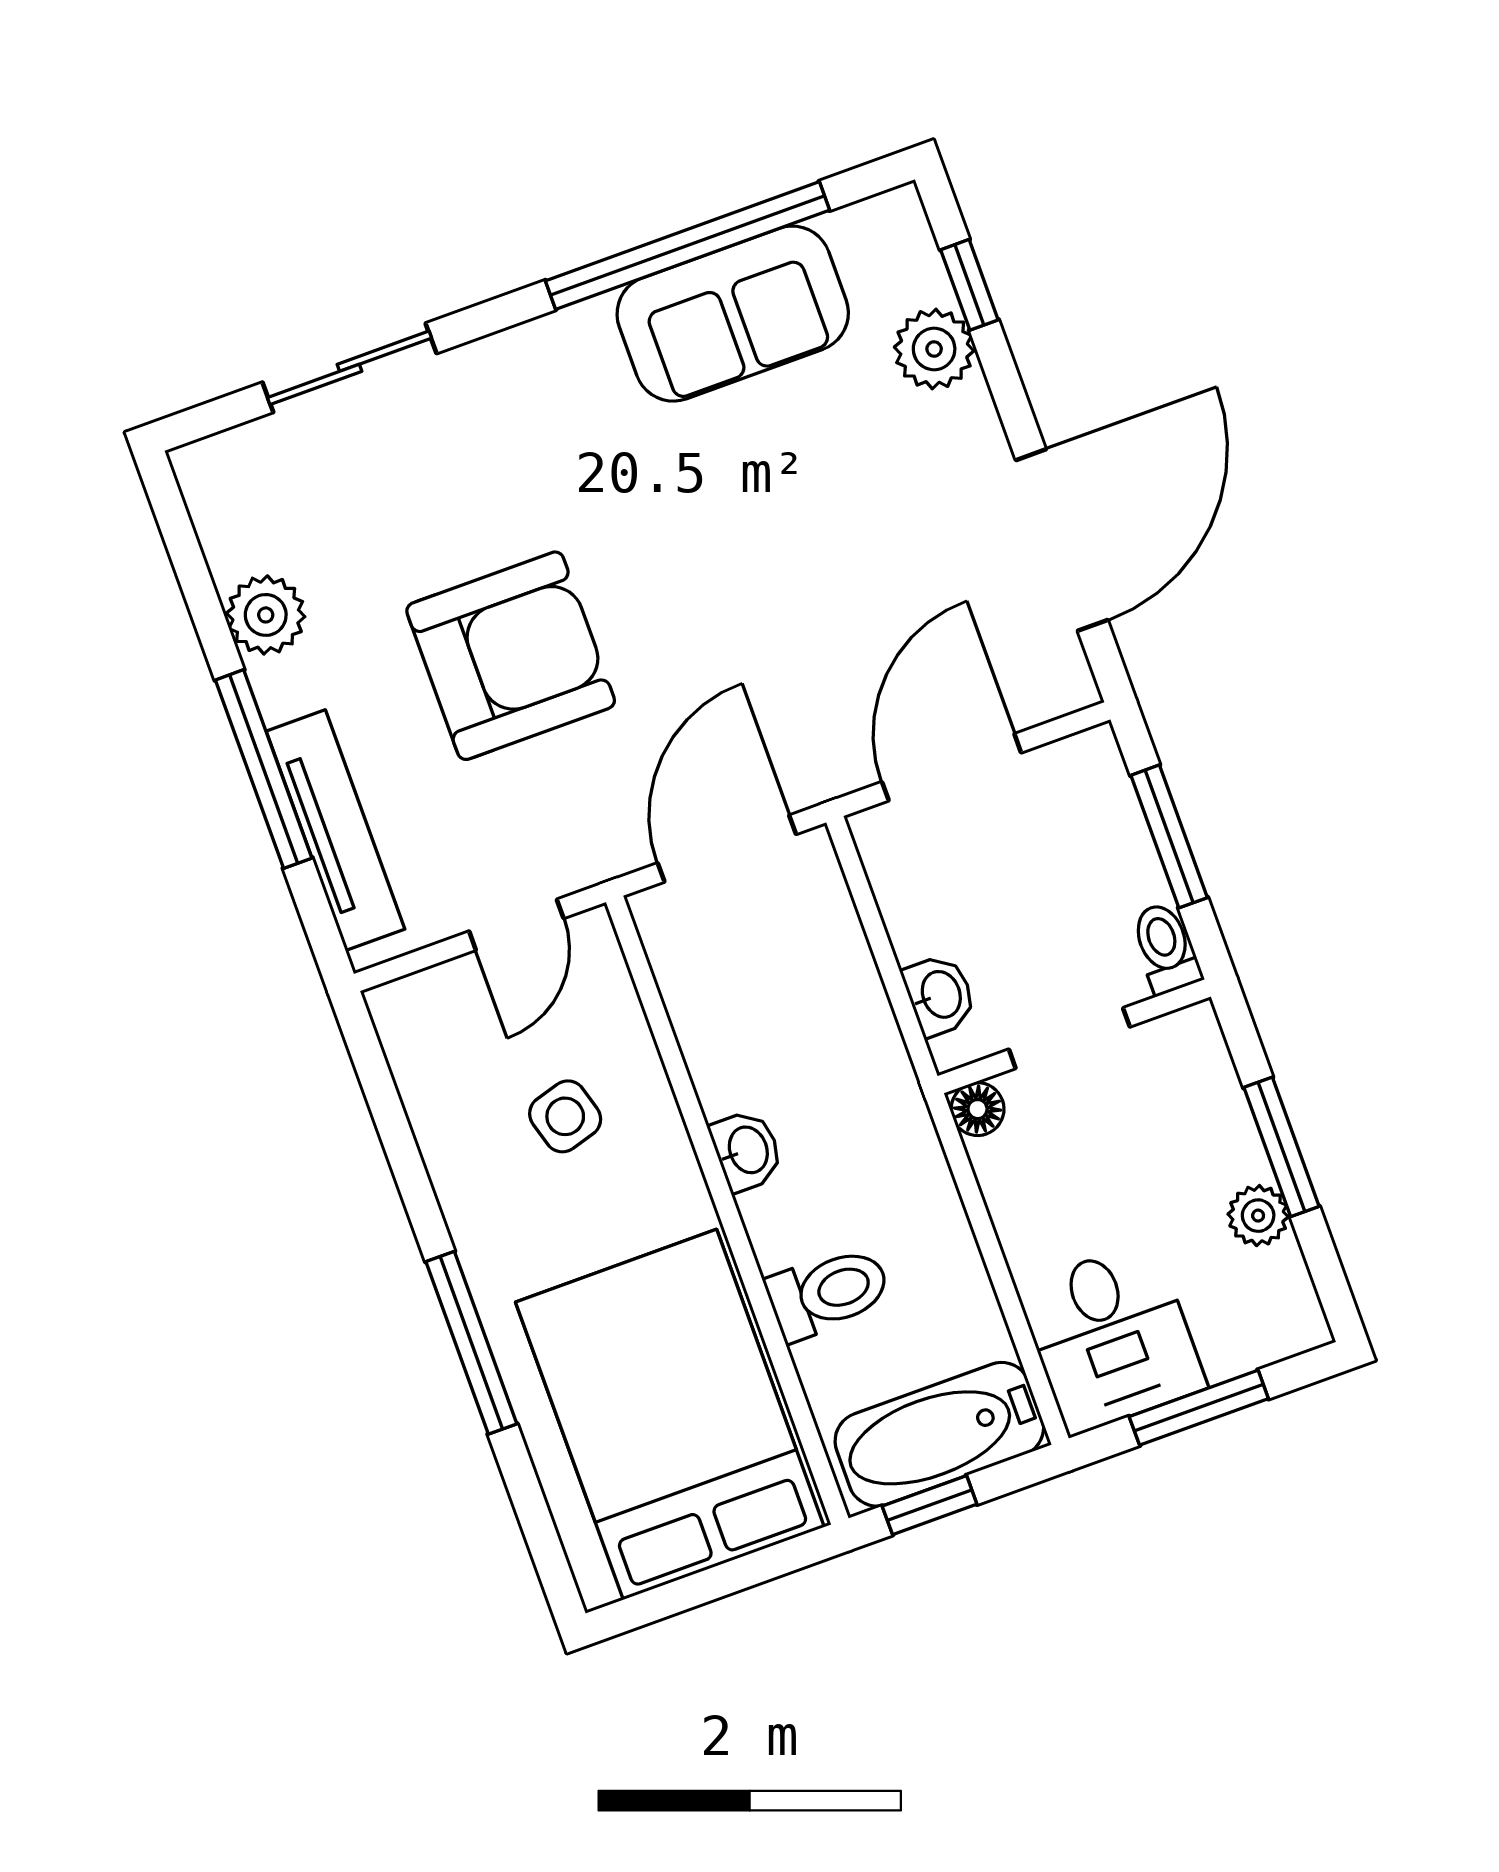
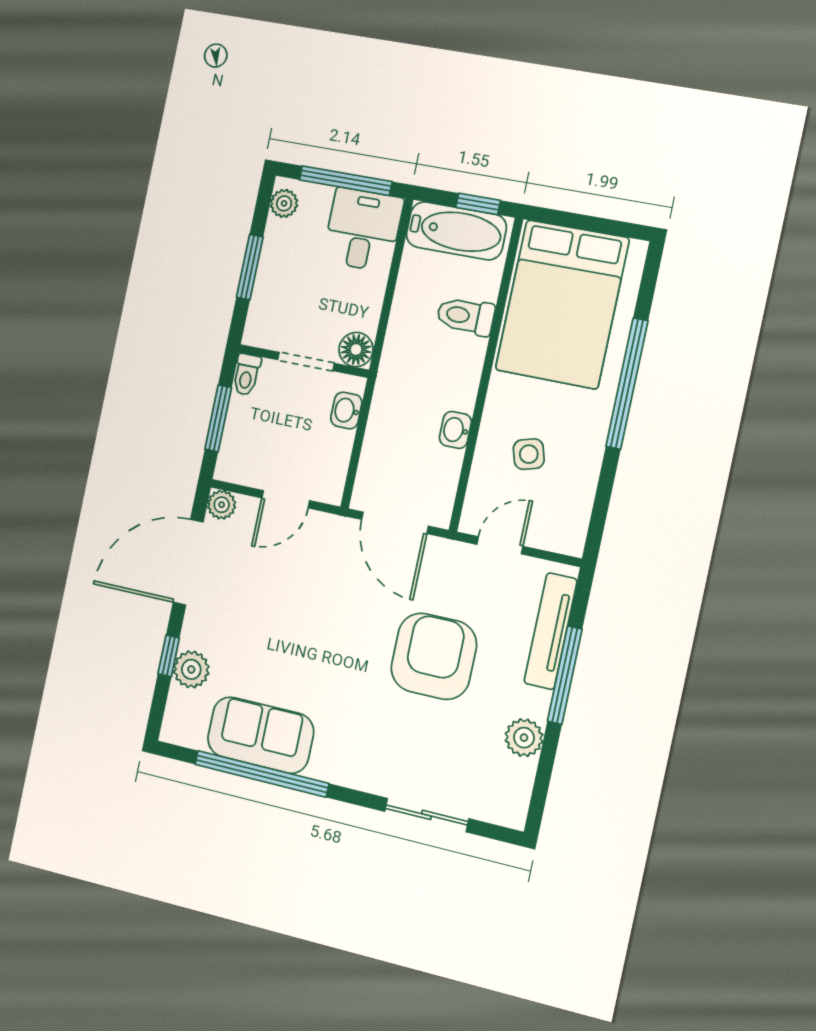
window: (969, 285) -> (169, 656), moved
armchair: (511, 656) -> (434, 656), turned 90
plant: (1064, 684) -> (222, 505), added
door: (952, 767) -> (286, 499), width x0.73
door: (727, 849) -> (395, 523), hinge flipped
floor lamp: (978, 1109) -> (356, 350), width x1.37, depth x1.37
washbasin: (747, 1150) -> (455, 430), moved
plant: (1258, 1216) -> (284, 203), moved
window: (471, 1343) -> (627, 384), width x1.46
window: (1199, 1408) -> (346, 181), width x1.44

